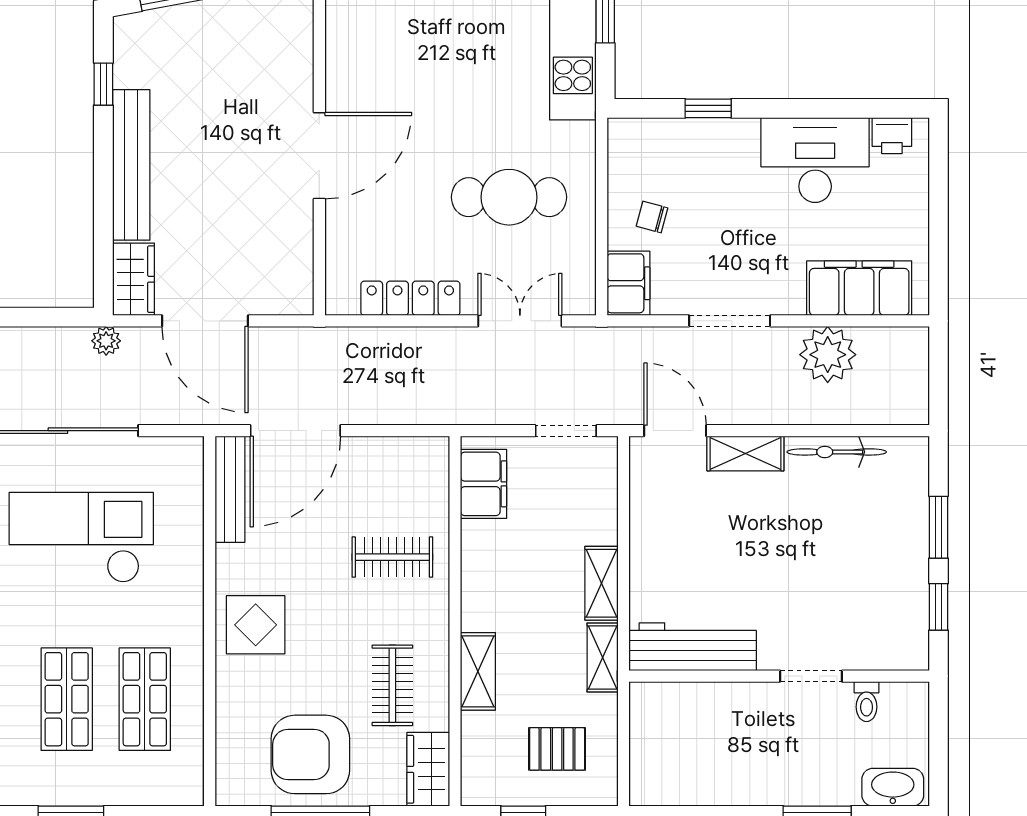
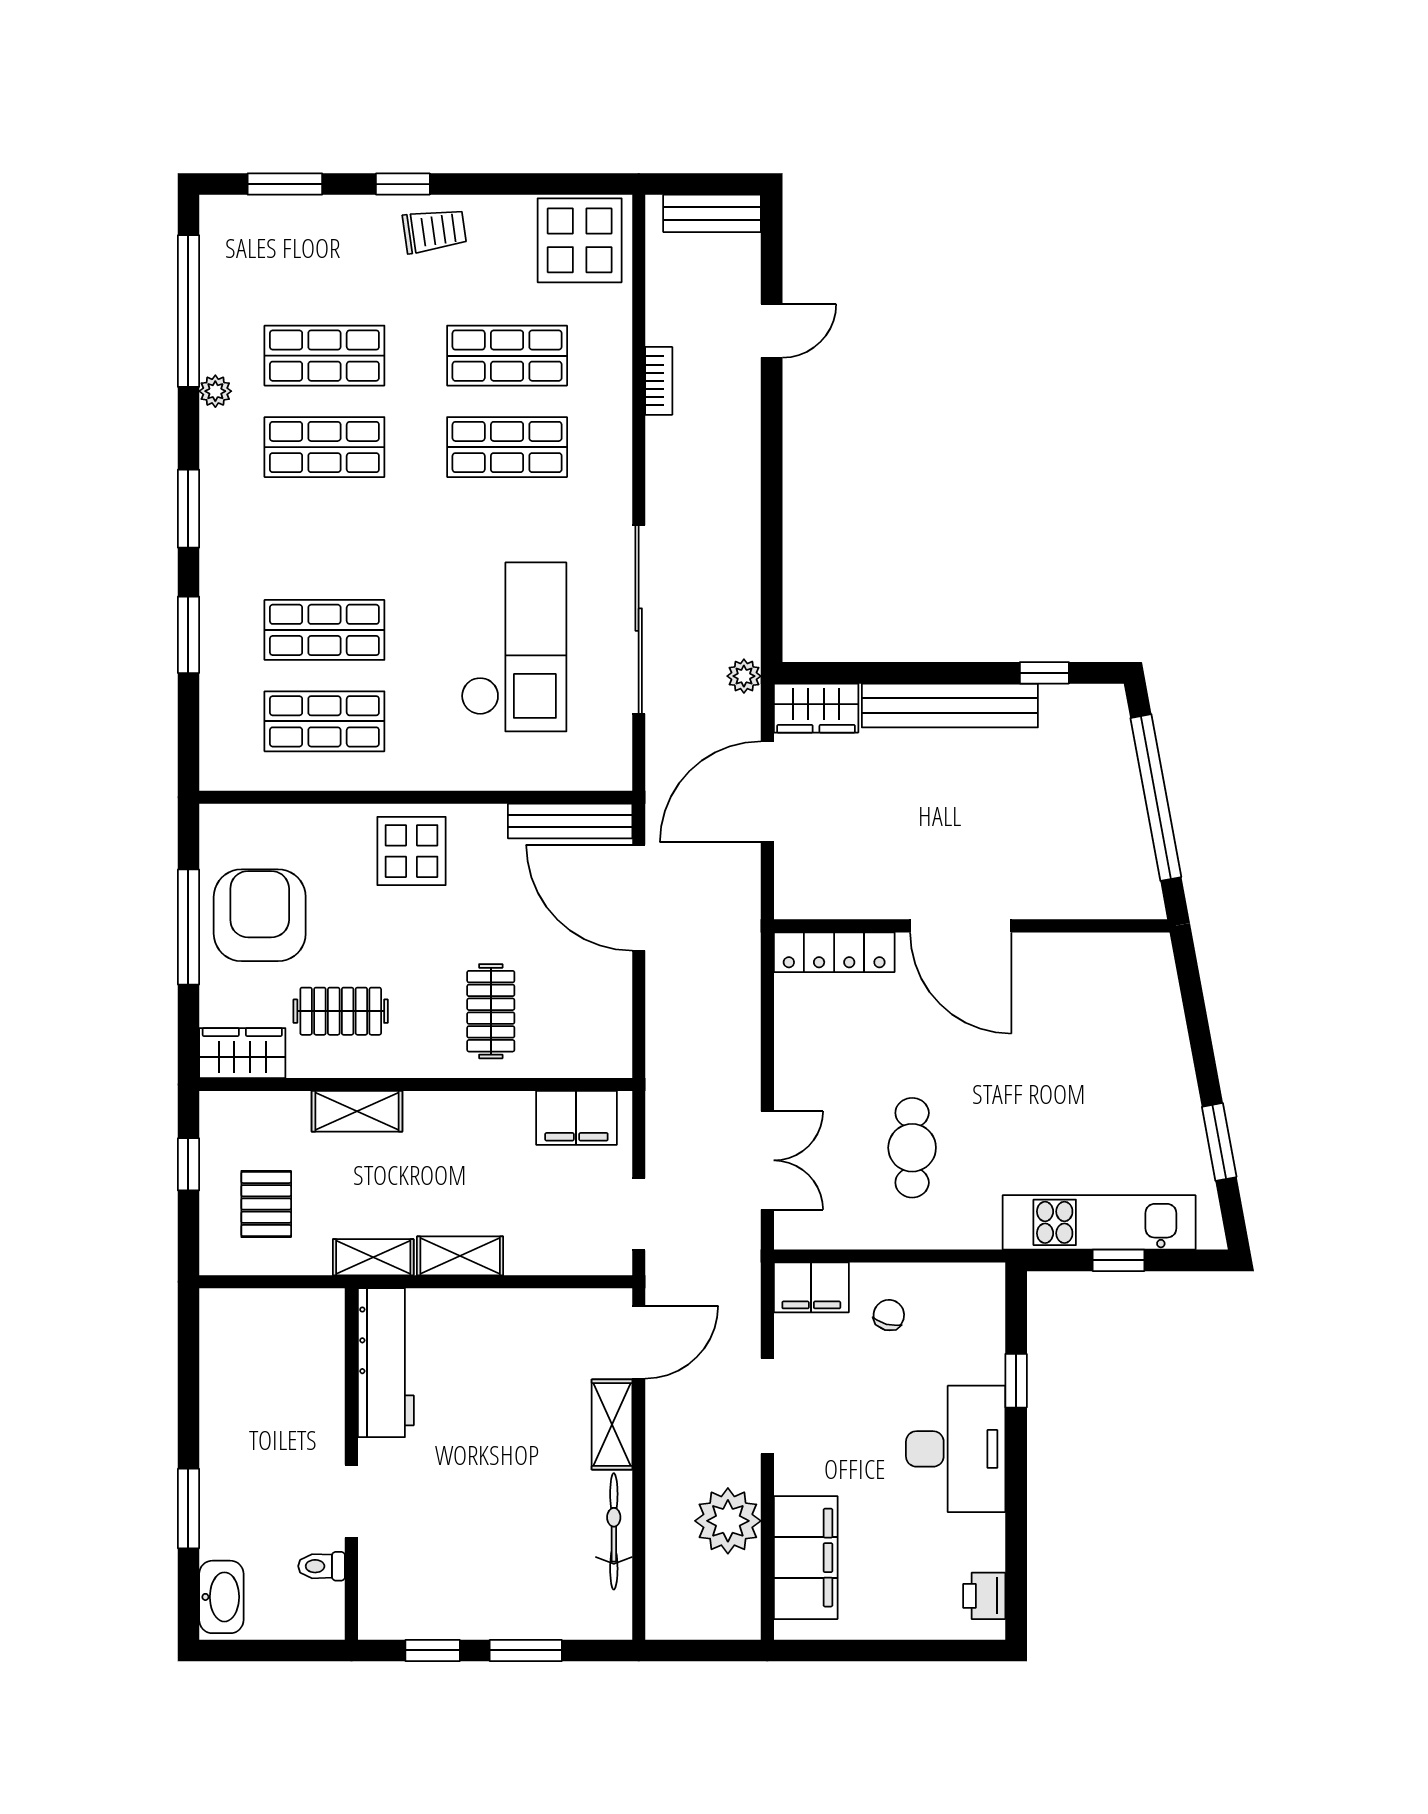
desk: (815, 160) -> (956, 1449), moved
cafe table: (509, 197) -> (912, 1148), width x0.73, depth x0.74
locker: (410, 298) -> (834, 952), moved, turned 90

